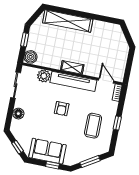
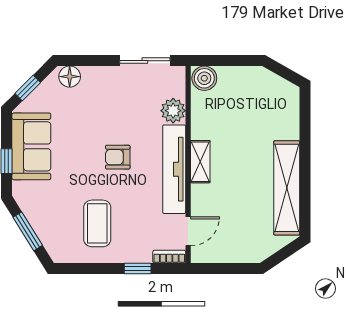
shelving: (68, 21) -> (287, 188), moved
window: (25, 40) -> (235, 61), removed
floor lamp: (18, 114) -> (70, 77), moved
window: (117, 123) -> (138, 269), moved
coffee table: (93, 126) -> (97, 223), turned 90

